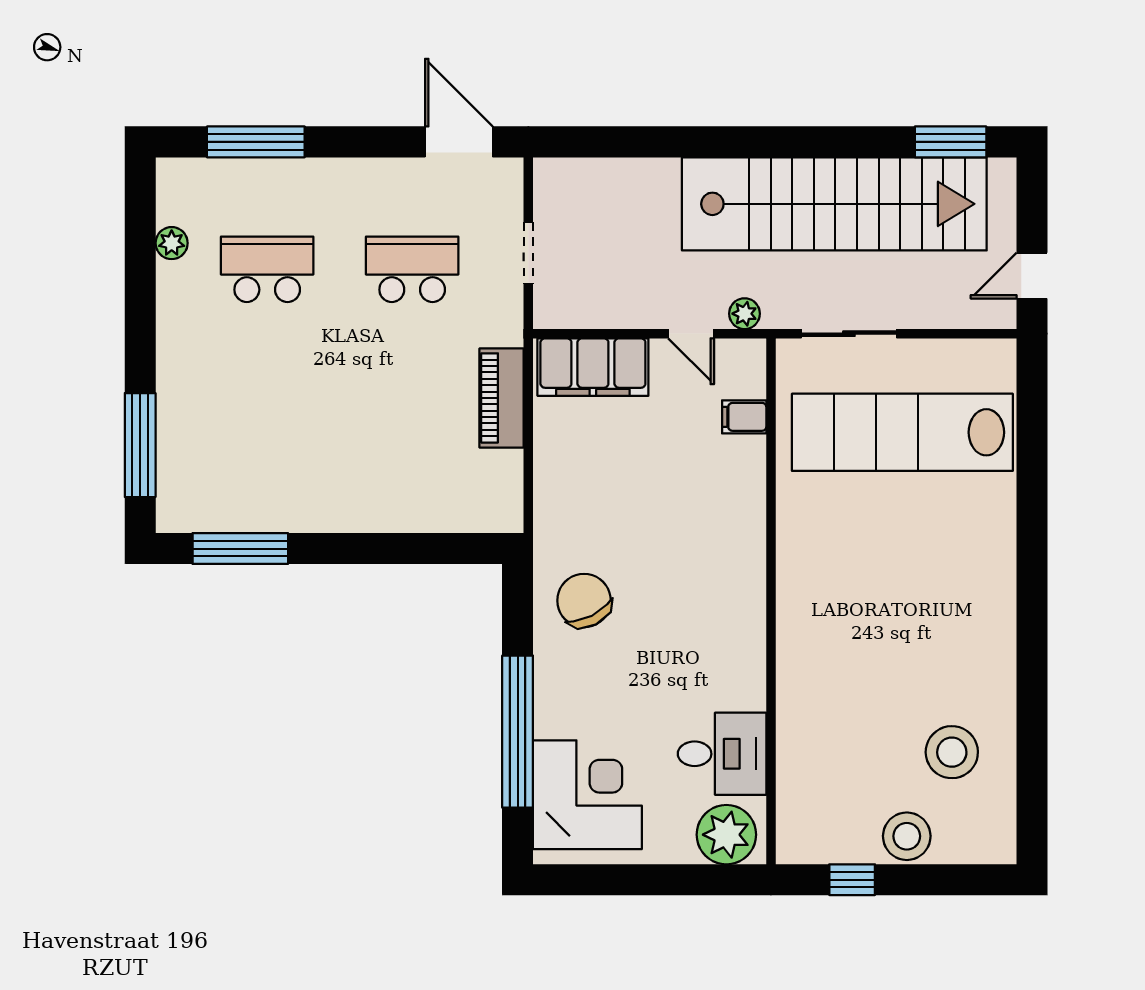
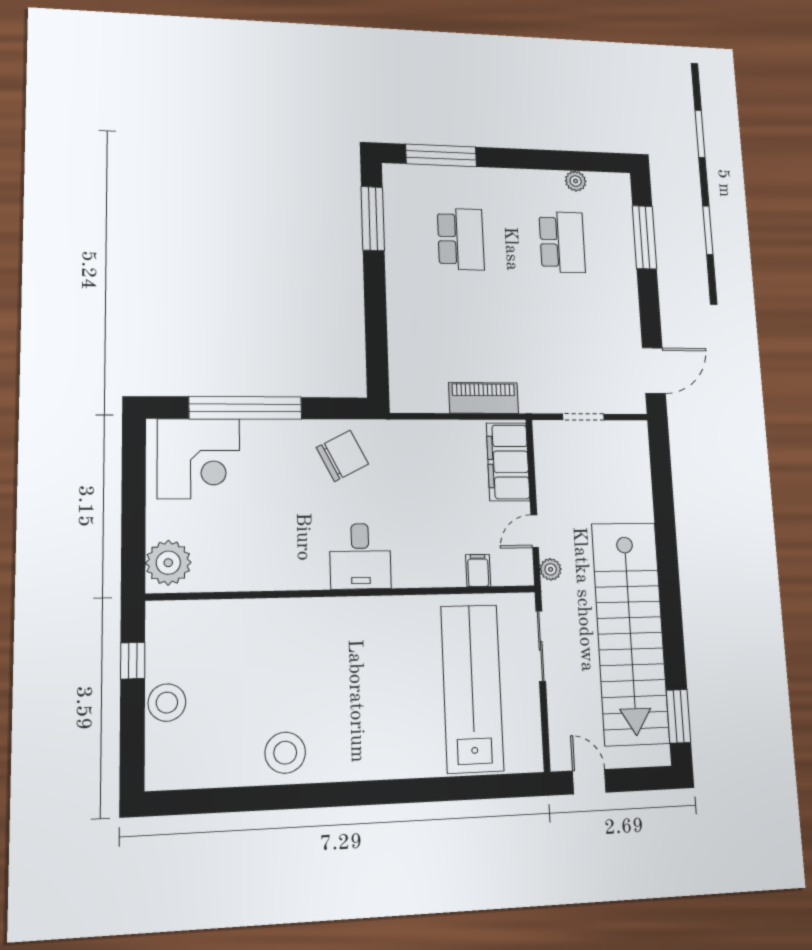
school desk: (412, 269) -> (461, 239), moved
stool: (952, 752) -> (285, 753), moved
desk: (722, 754) -> (360, 556), moved

